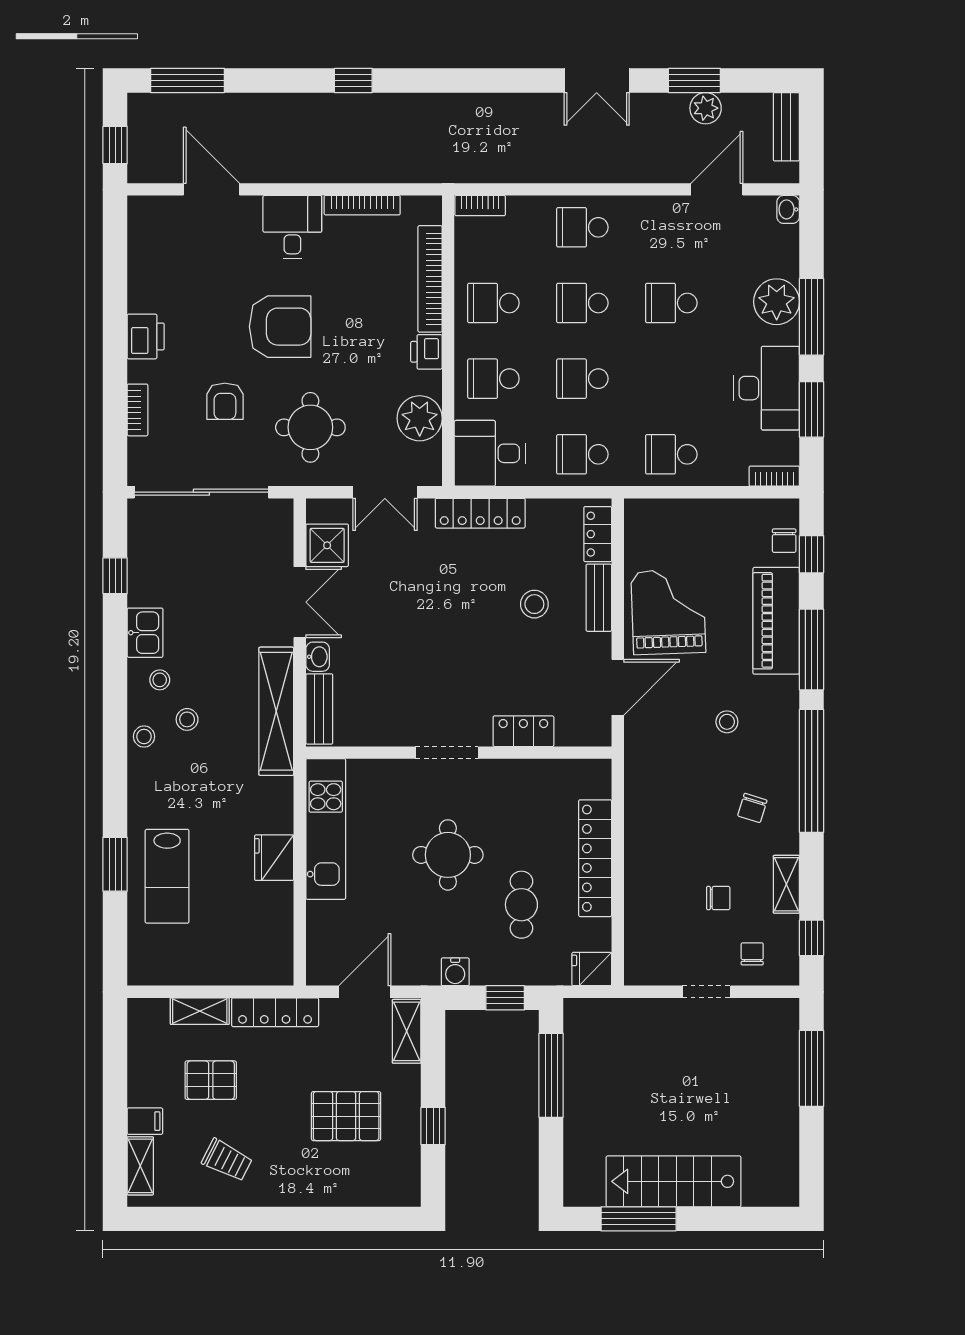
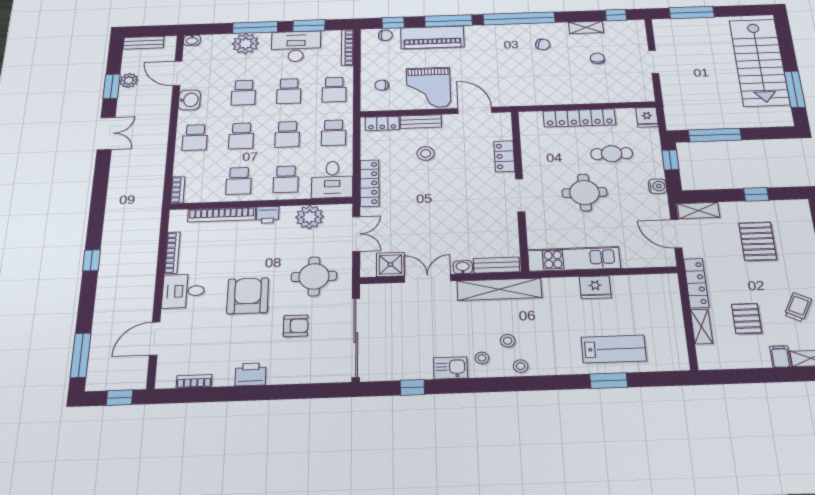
washbasin: (660, 213) -> (189, 100), added
school desk: (671, 379) -> (289, 91), added
bookcase: (138, 410) -> (194, 381), moved
bookcase: (774, 476) -> (348, 48), width x1.56
grand piano: (668, 612) -> (429, 88), turned -88
stool: (727, 722) -> (493, 58), removed
chair: (752, 954) -> (382, 85), moved
stairs: (674, 1181) -> (759, 62), width x1.36, depth x1.51

